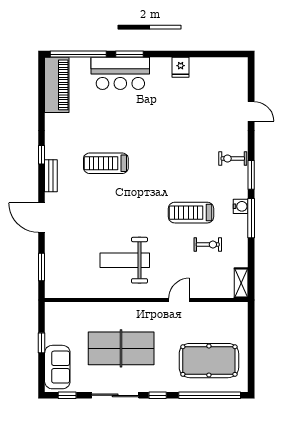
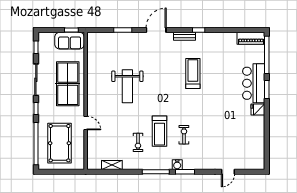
fridge: (181, 67) -> (258, 109), moved
piano: (57, 85) -> (251, 38), width x0.73, depth x0.75
exercise bike: (233, 159) -> (184, 135), moved
water cooler: (241, 206) -> (177, 165), moved
treadmill: (191, 213) -> (160, 131), turned 180
weight bench: (125, 260) -> (127, 86), turned 180
wall: (146, 300) -> (86, 101), moved
door: (179, 300) -> (86, 123), moved
sofa: (57, 367) -> (70, 41), moved

